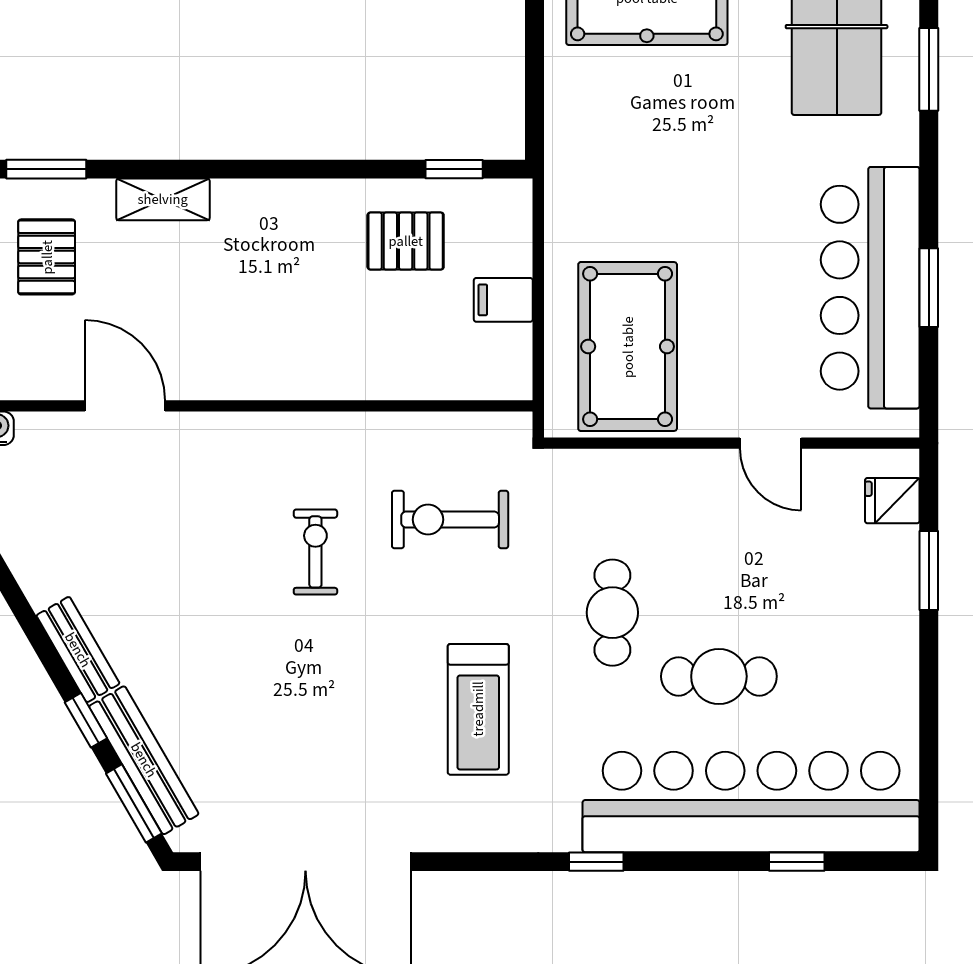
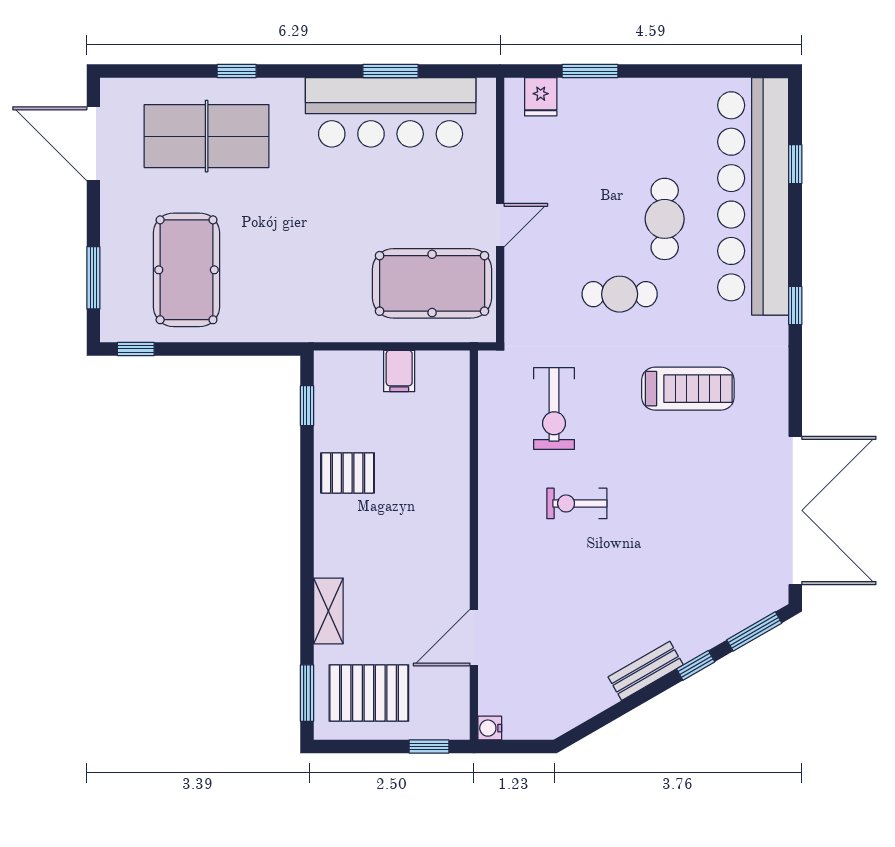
window: (929, 69) -> (237, 71), width x0.67
pallet: (406, 241) -> (348, 473), moved, turned 90
pallet: (47, 257) -> (369, 693), width x1.50, depth x1.42
door: (771, 443) -> (500, 225), moved
bench: (144, 760) -> (724, 624), removed

